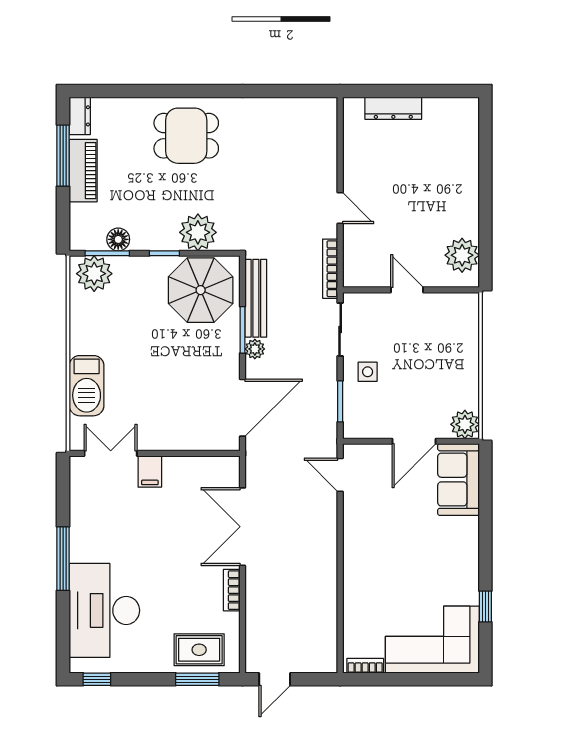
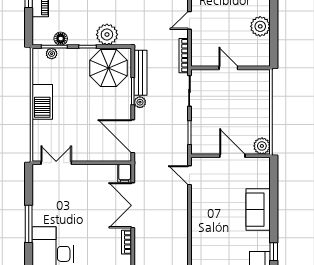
door: (340, 208) -> (189, 20), swing flipped
plant: (462, 255) -> (260, 26), moved
plant: (94, 274) -> (52, 54), width x0.53, depth x0.53
side table: (368, 372) -> (205, 115), removed
barbecue: (87, 386) -> (42, 102), moved
door: (242, 408) -> (133, 136), swing flipped
door: (414, 441) -> (232, 156), swing flipped
filing cabinet: (150, 471) -> (125, 173), moved
sofa: (458, 480) -> (258, 210), moved

